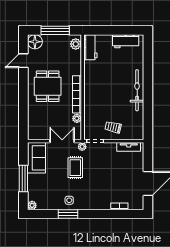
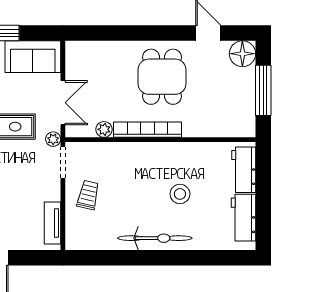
plant: (76, 44) -> (238, 127), removed
workbench: (90, 47) -> (244, 170), moved, turned 90
stool: (113, 76) -> (180, 194), added
dining table: (48, 86) -> (162, 77), turned 90

